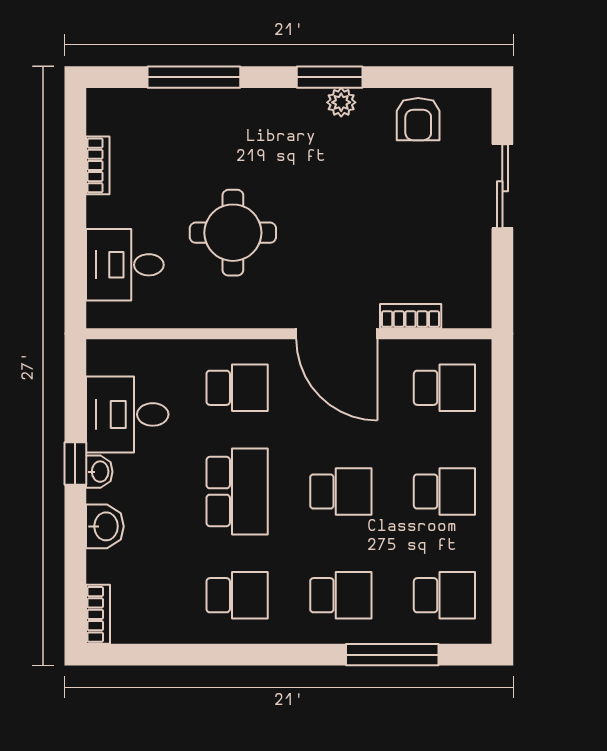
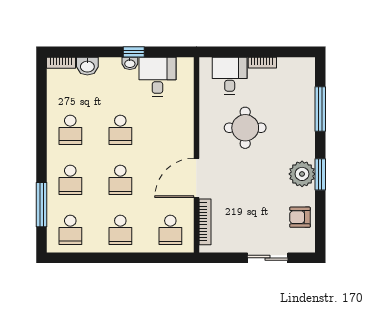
plant: (341, 102) -> (302, 174), width x1.88, depth x1.88
bookcase: (98, 165) -> (262, 63), moved
bookcase: (411, 316) -> (205, 222), width x1.56
school desk: (237, 388) -> (170, 130), removed
school desk: (237, 491) -> (120, 130), width x0.54
washbasin: (105, 526) -> (87, 66), moved

